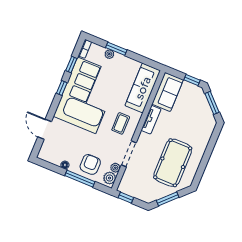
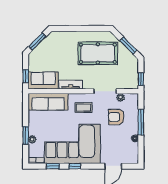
window: (192, 80) -> (26, 76), moved
armchair: (90, 164) -> (116, 117), moved
plant: (110, 178) -> (131, 99), removed

